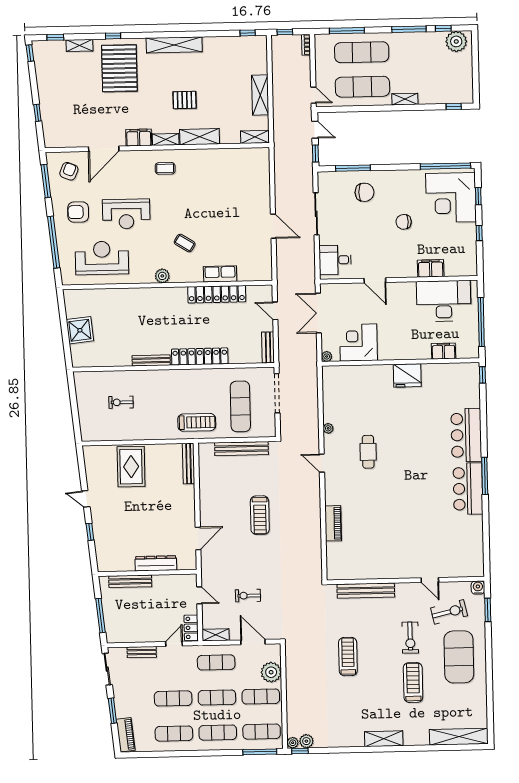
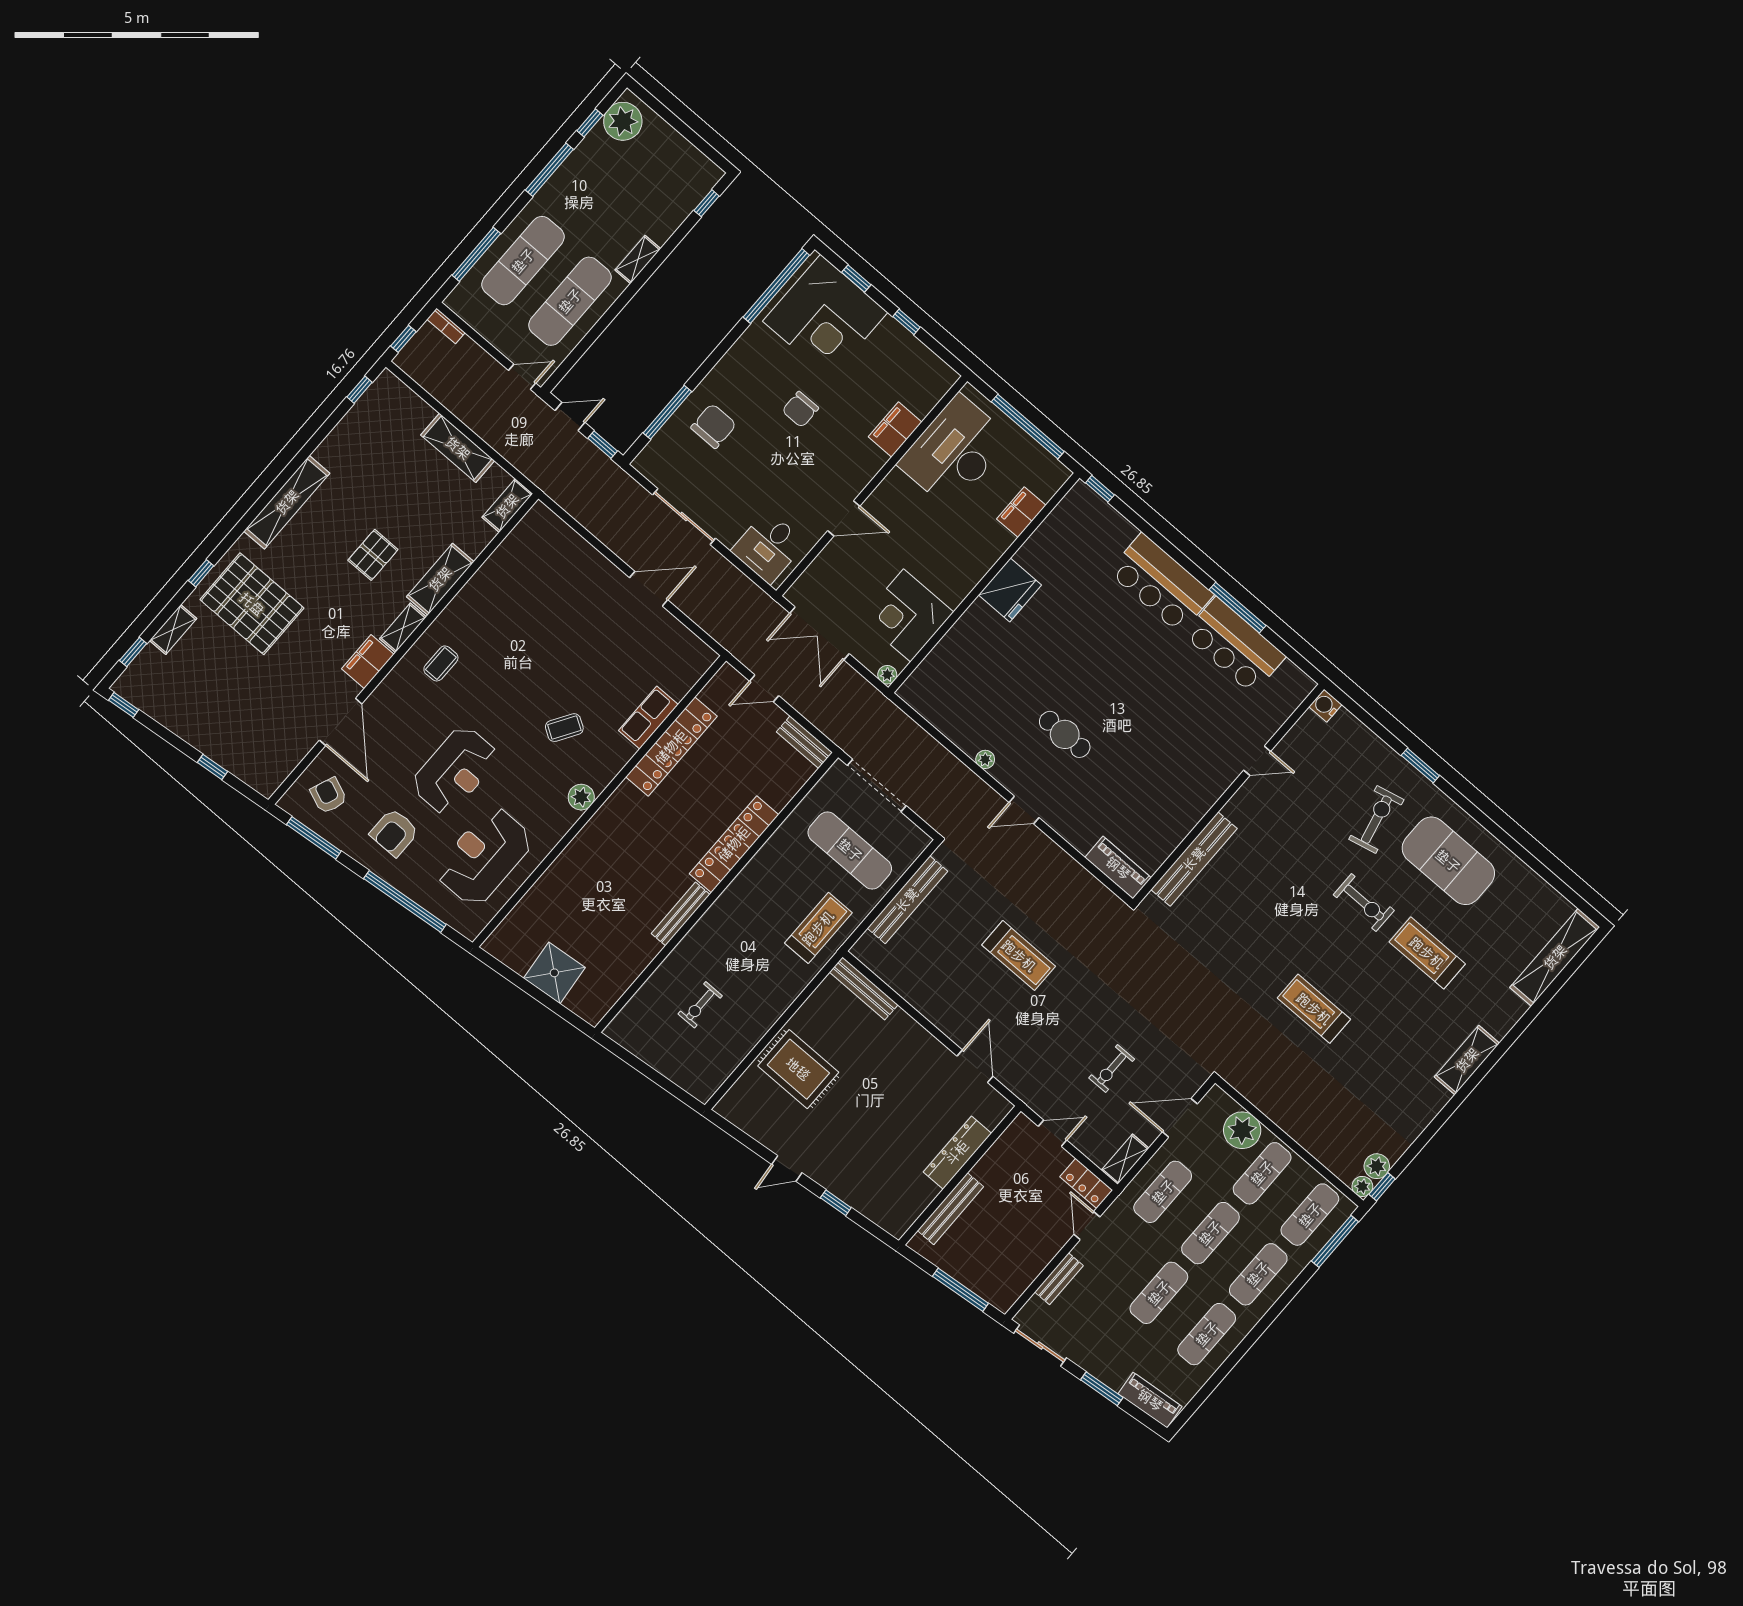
door: (430, 580) -> (1257, 761), moved
wall: (405, 581) -> (1228, 794), moved
water cooler: (478, 588) -> (1325, 706), moved
bench: (366, 591) -> (1194, 859), moved

